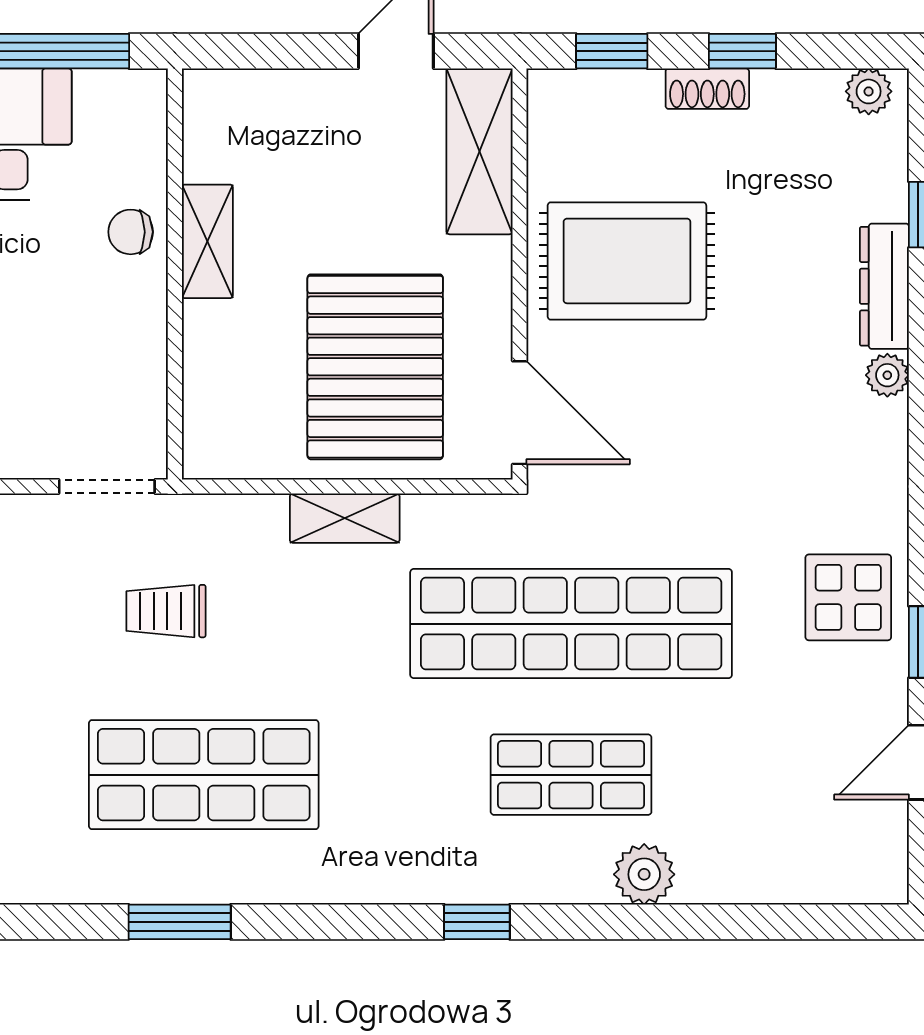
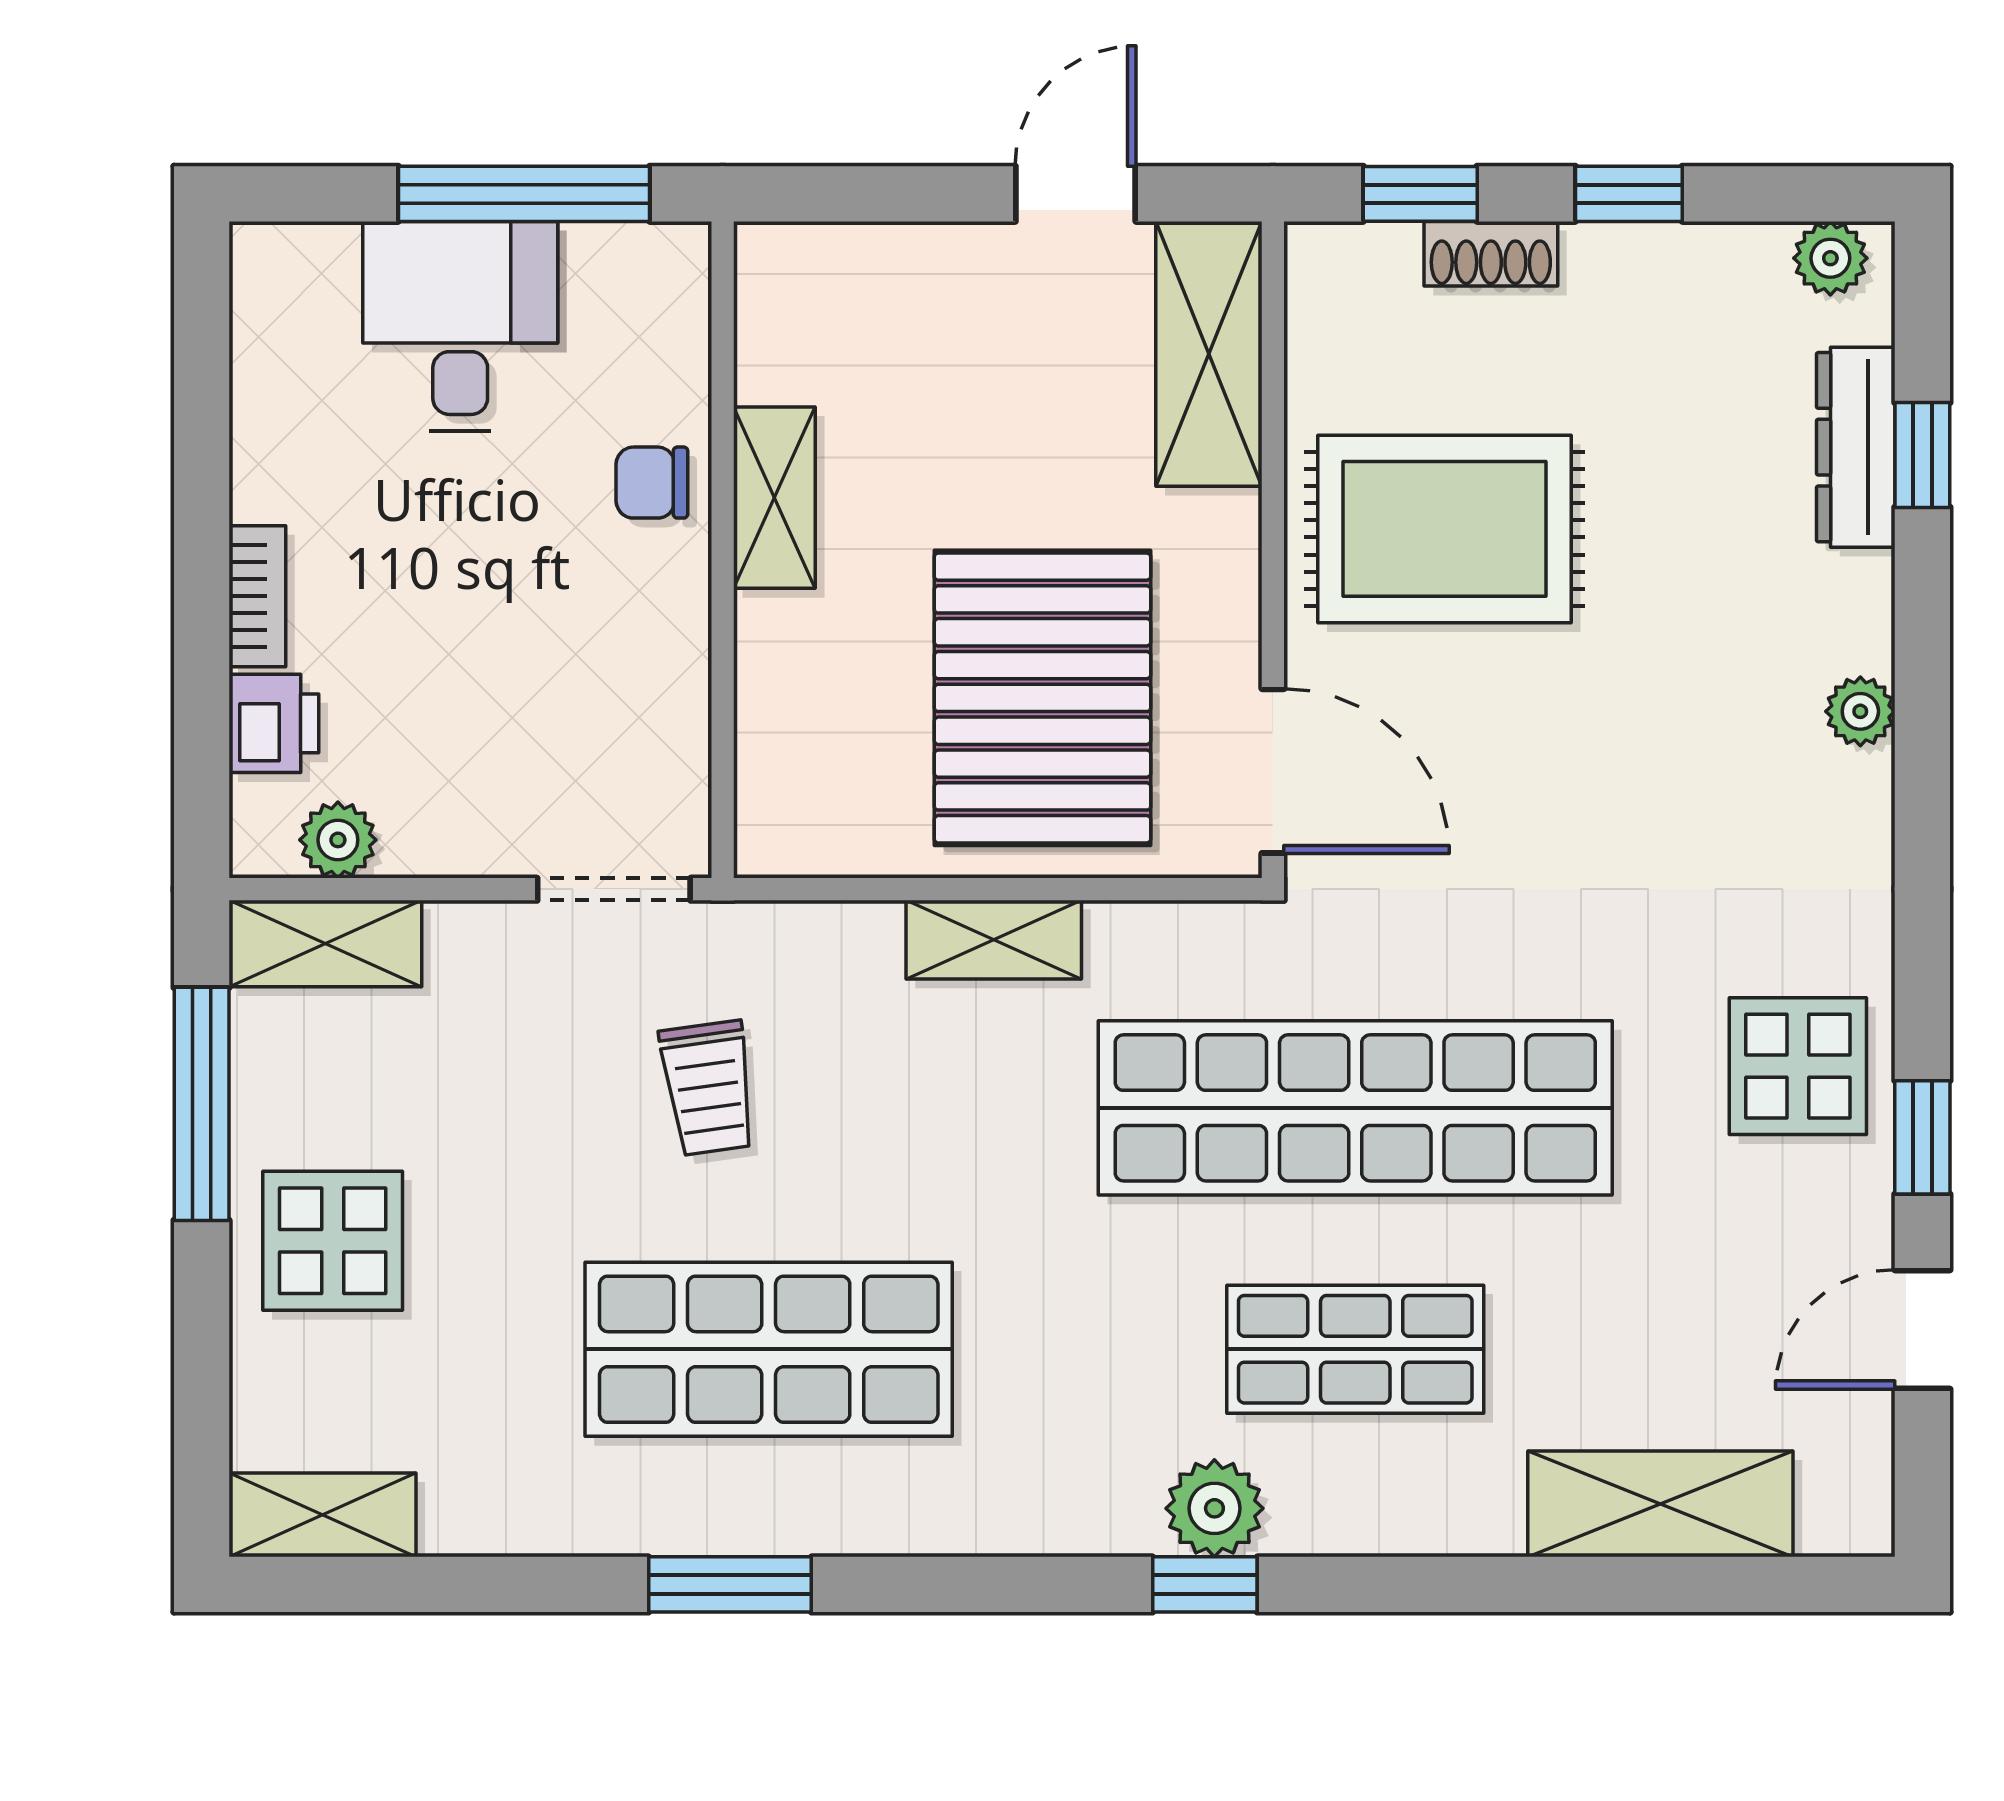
shoe rack: (707, 89) -> (1491, 254), moved
dresser: (884, 286) -> (1856, 447), moved
trolley: (166, 611) -> (708, 1088), turned -98
shelving: (762, 872) -> (1660, 1504), added
plant: (644, 874) -> (1214, 1508), moved

